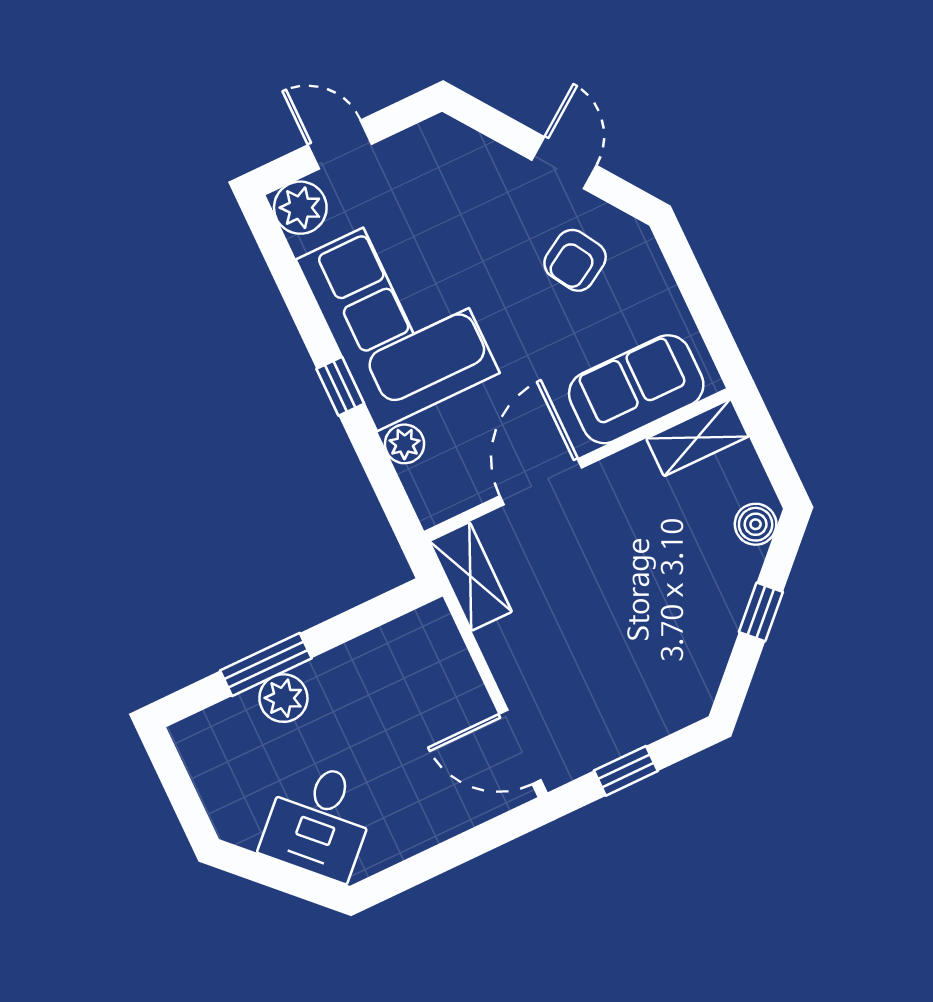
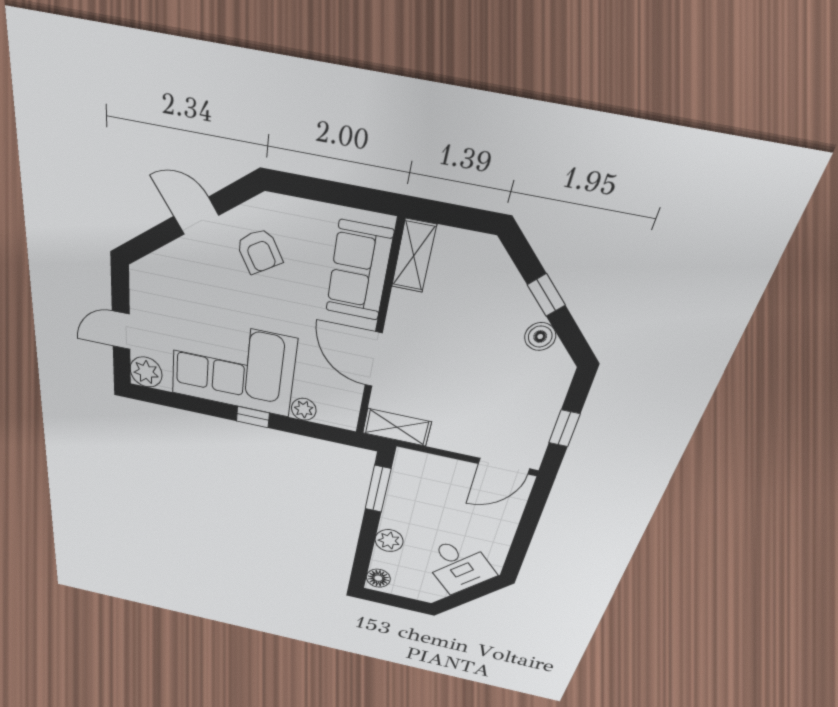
boiler: (756, 524) -> (540, 337), moved
window: (266, 664) -> (378, 489), moved
floor lamp: (202, 734) -> (378, 578), added

